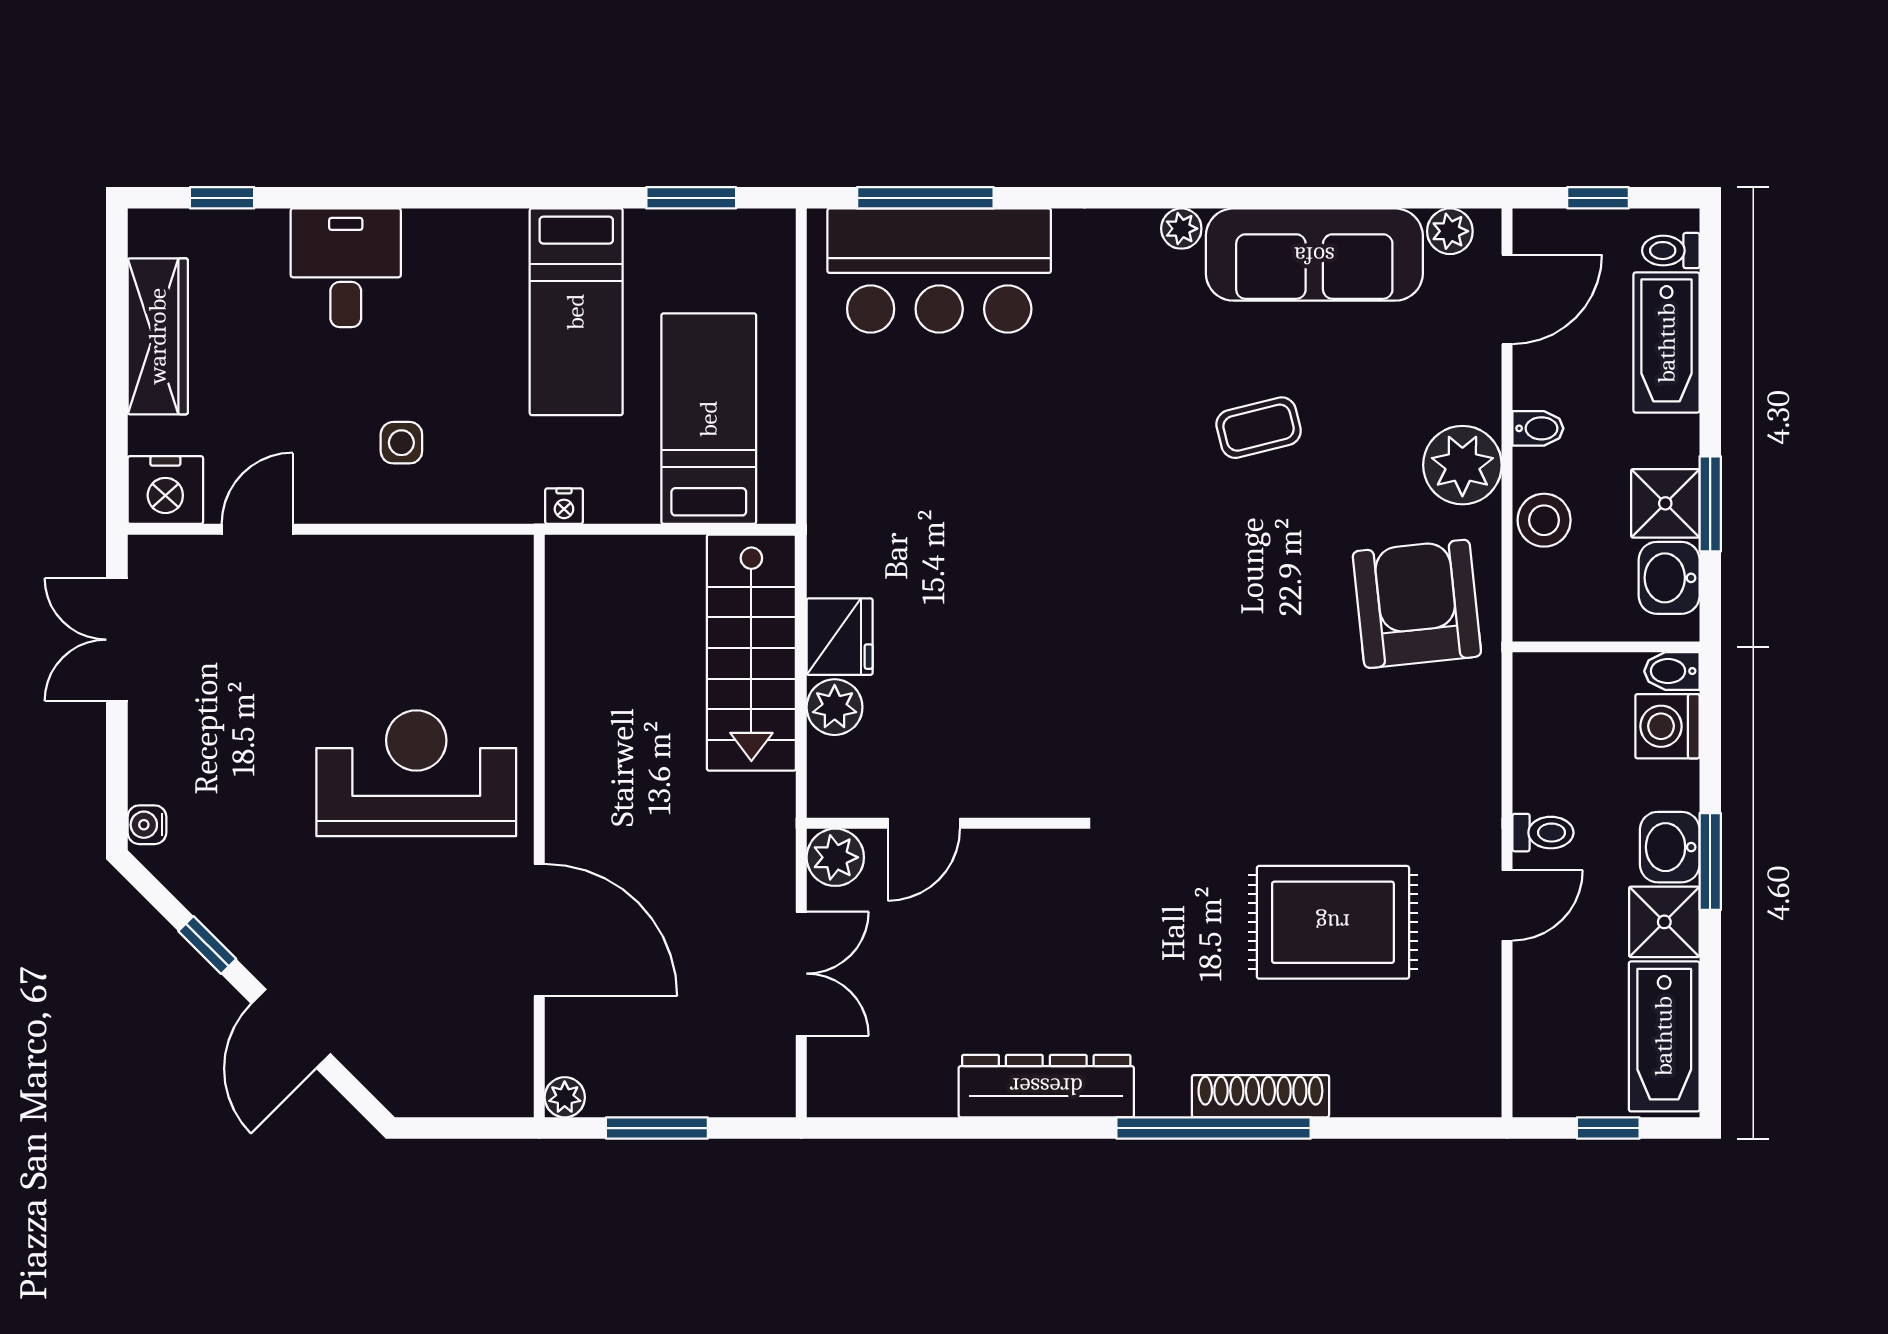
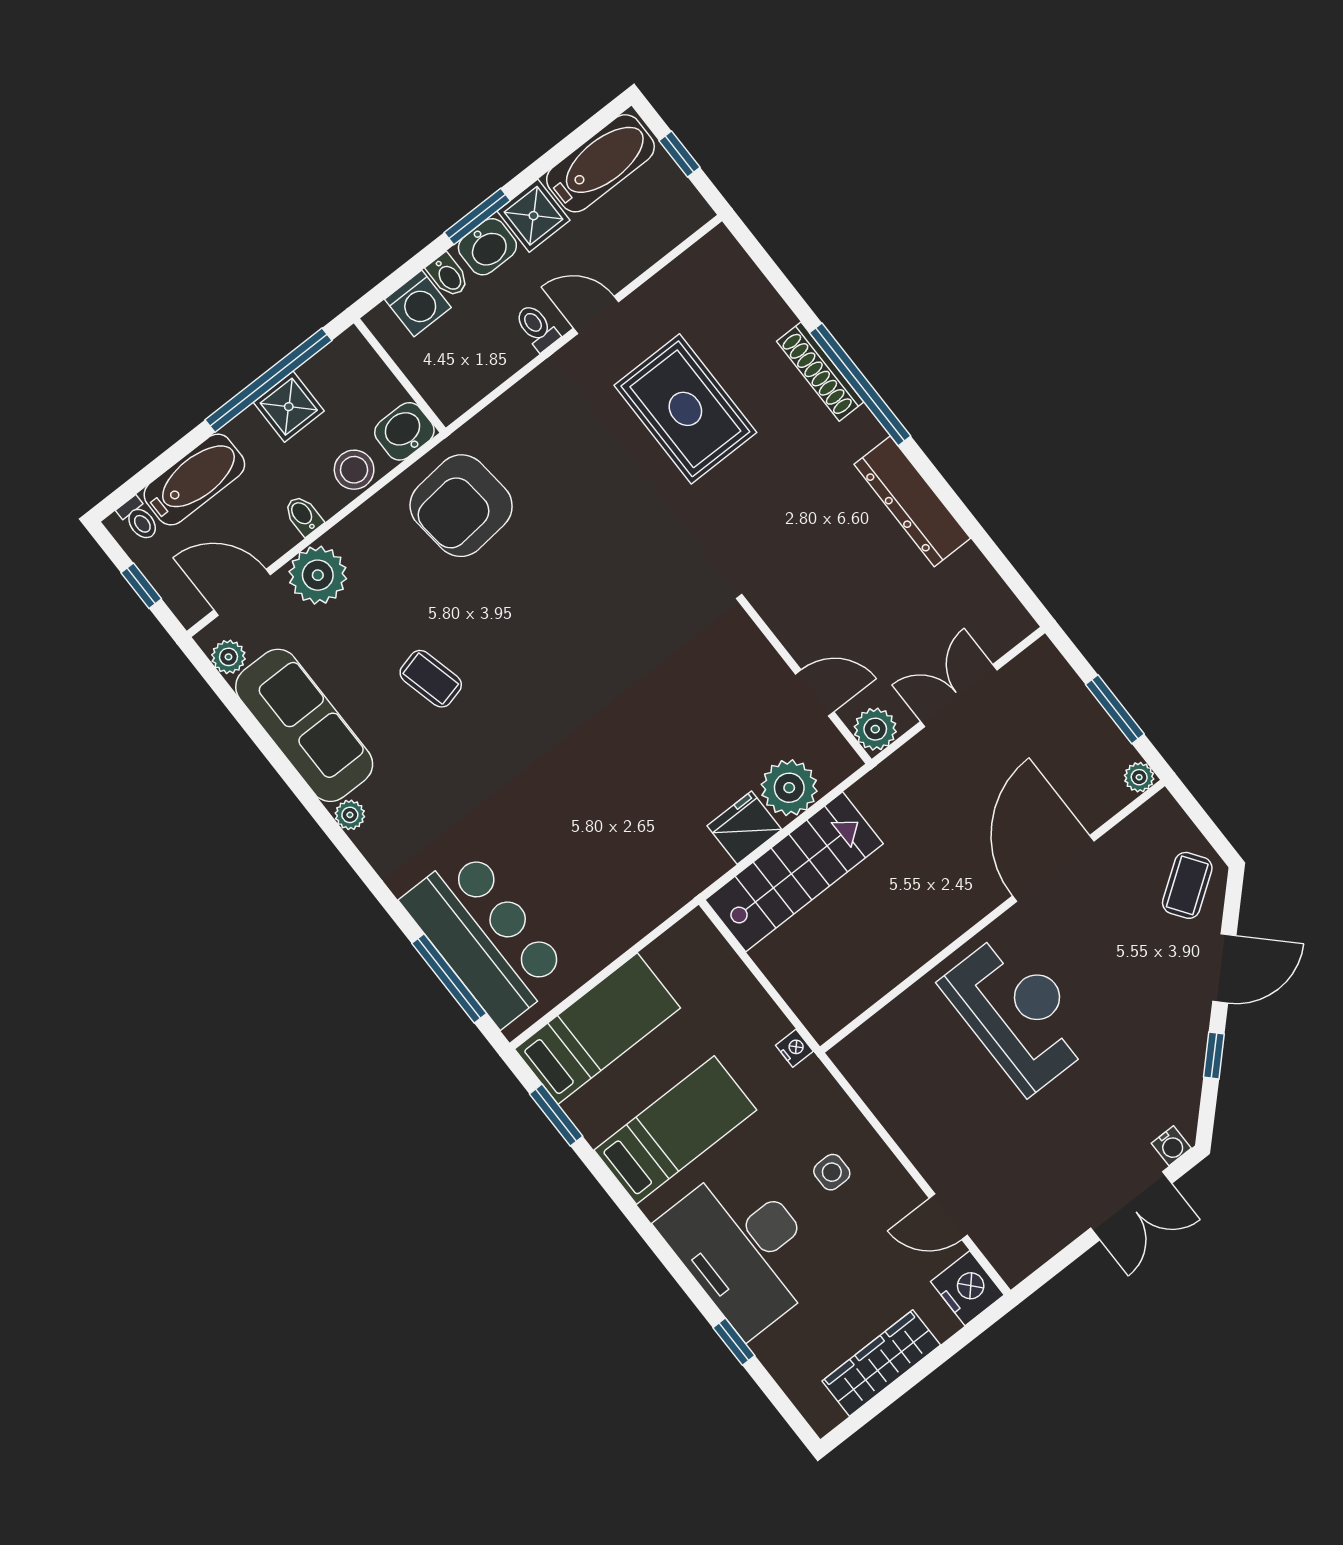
window: (222, 198) -> (734, 1342), moved
desk: (346, 268) -> (744, 1249), width x1.87, depth x1.30
bed: (709, 419) -> (598, 1029), moved, turned 180
plant: (1462, 465) -> (318, 575), moved
window: (1710, 504) -> (268, 380), width x2.11
washbasin: (1669, 578) -> (404, 431), moved, turned 180
double door: (117, 640) -> (1131, 1206), moved
bidet: (1672, 671) -> (448, 276), moved
plant: (835, 707) -> (789, 788), width x1.36, depth x1.36
reception desk: (416, 773) -> (1018, 1012), turned 180
coffee table: (410, 1058) -> (1187, 885), added

